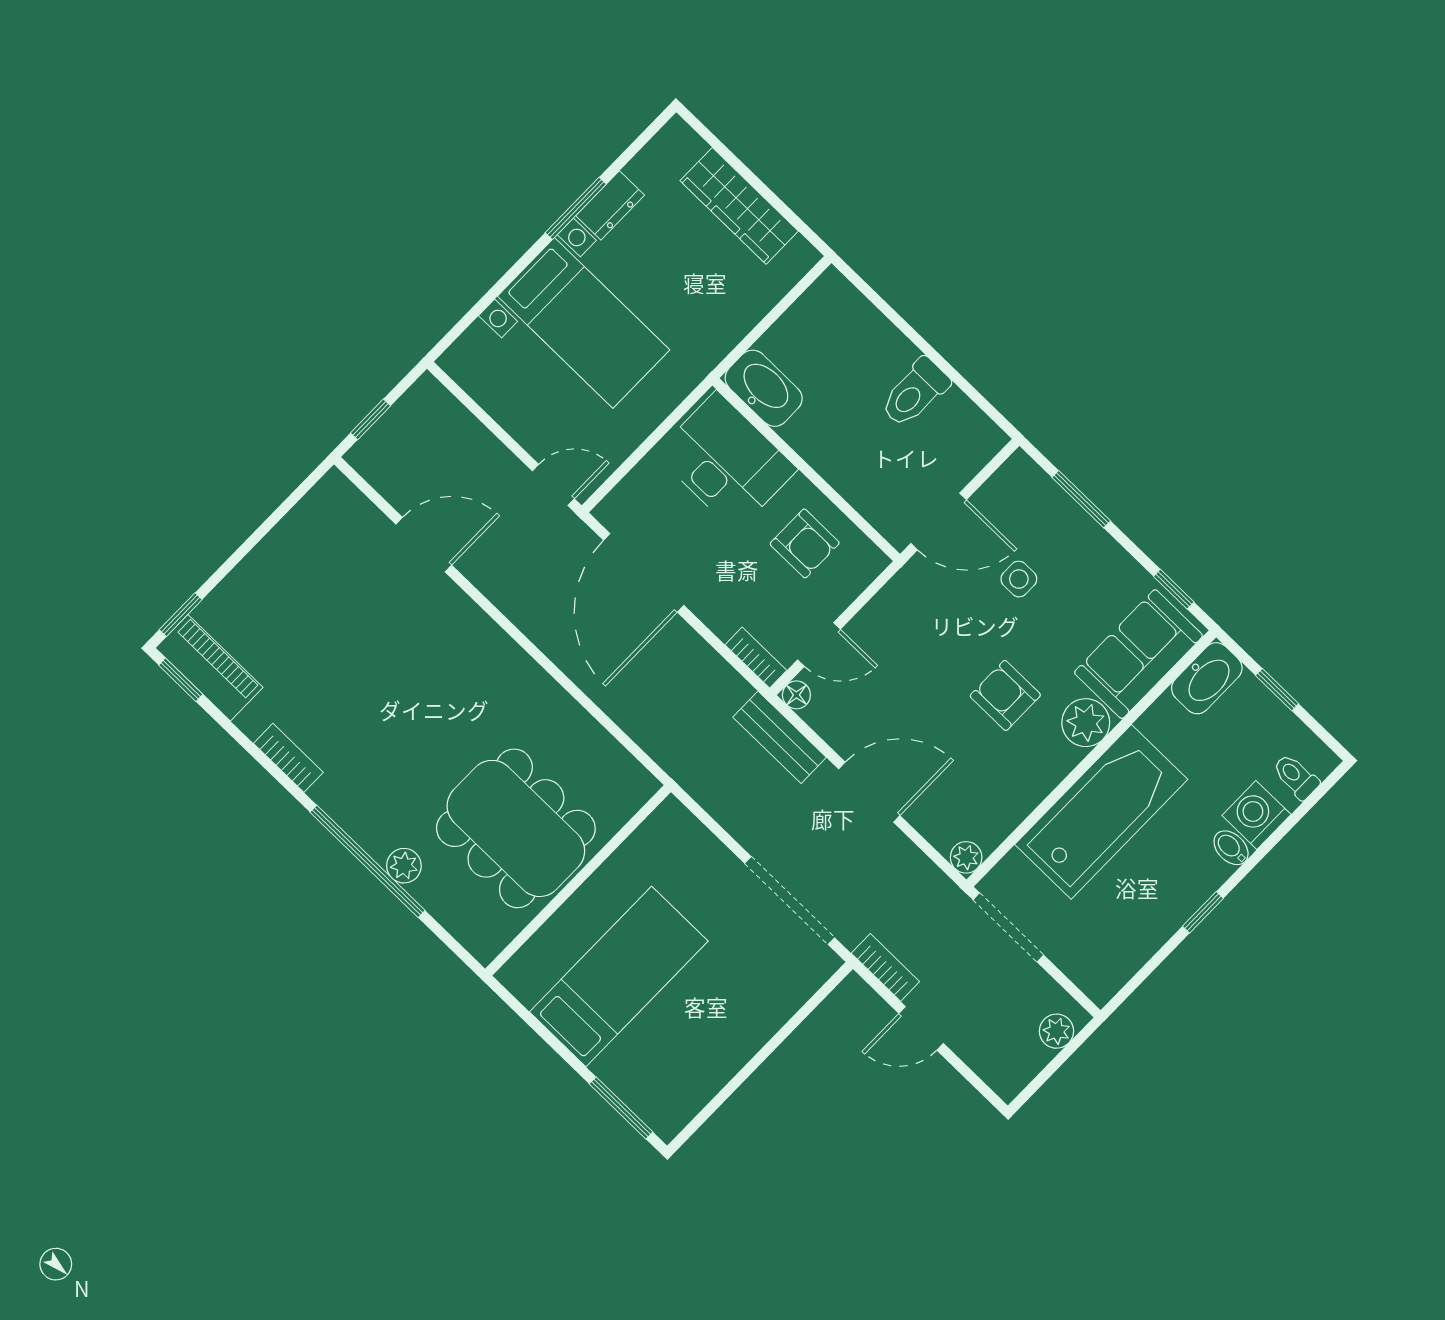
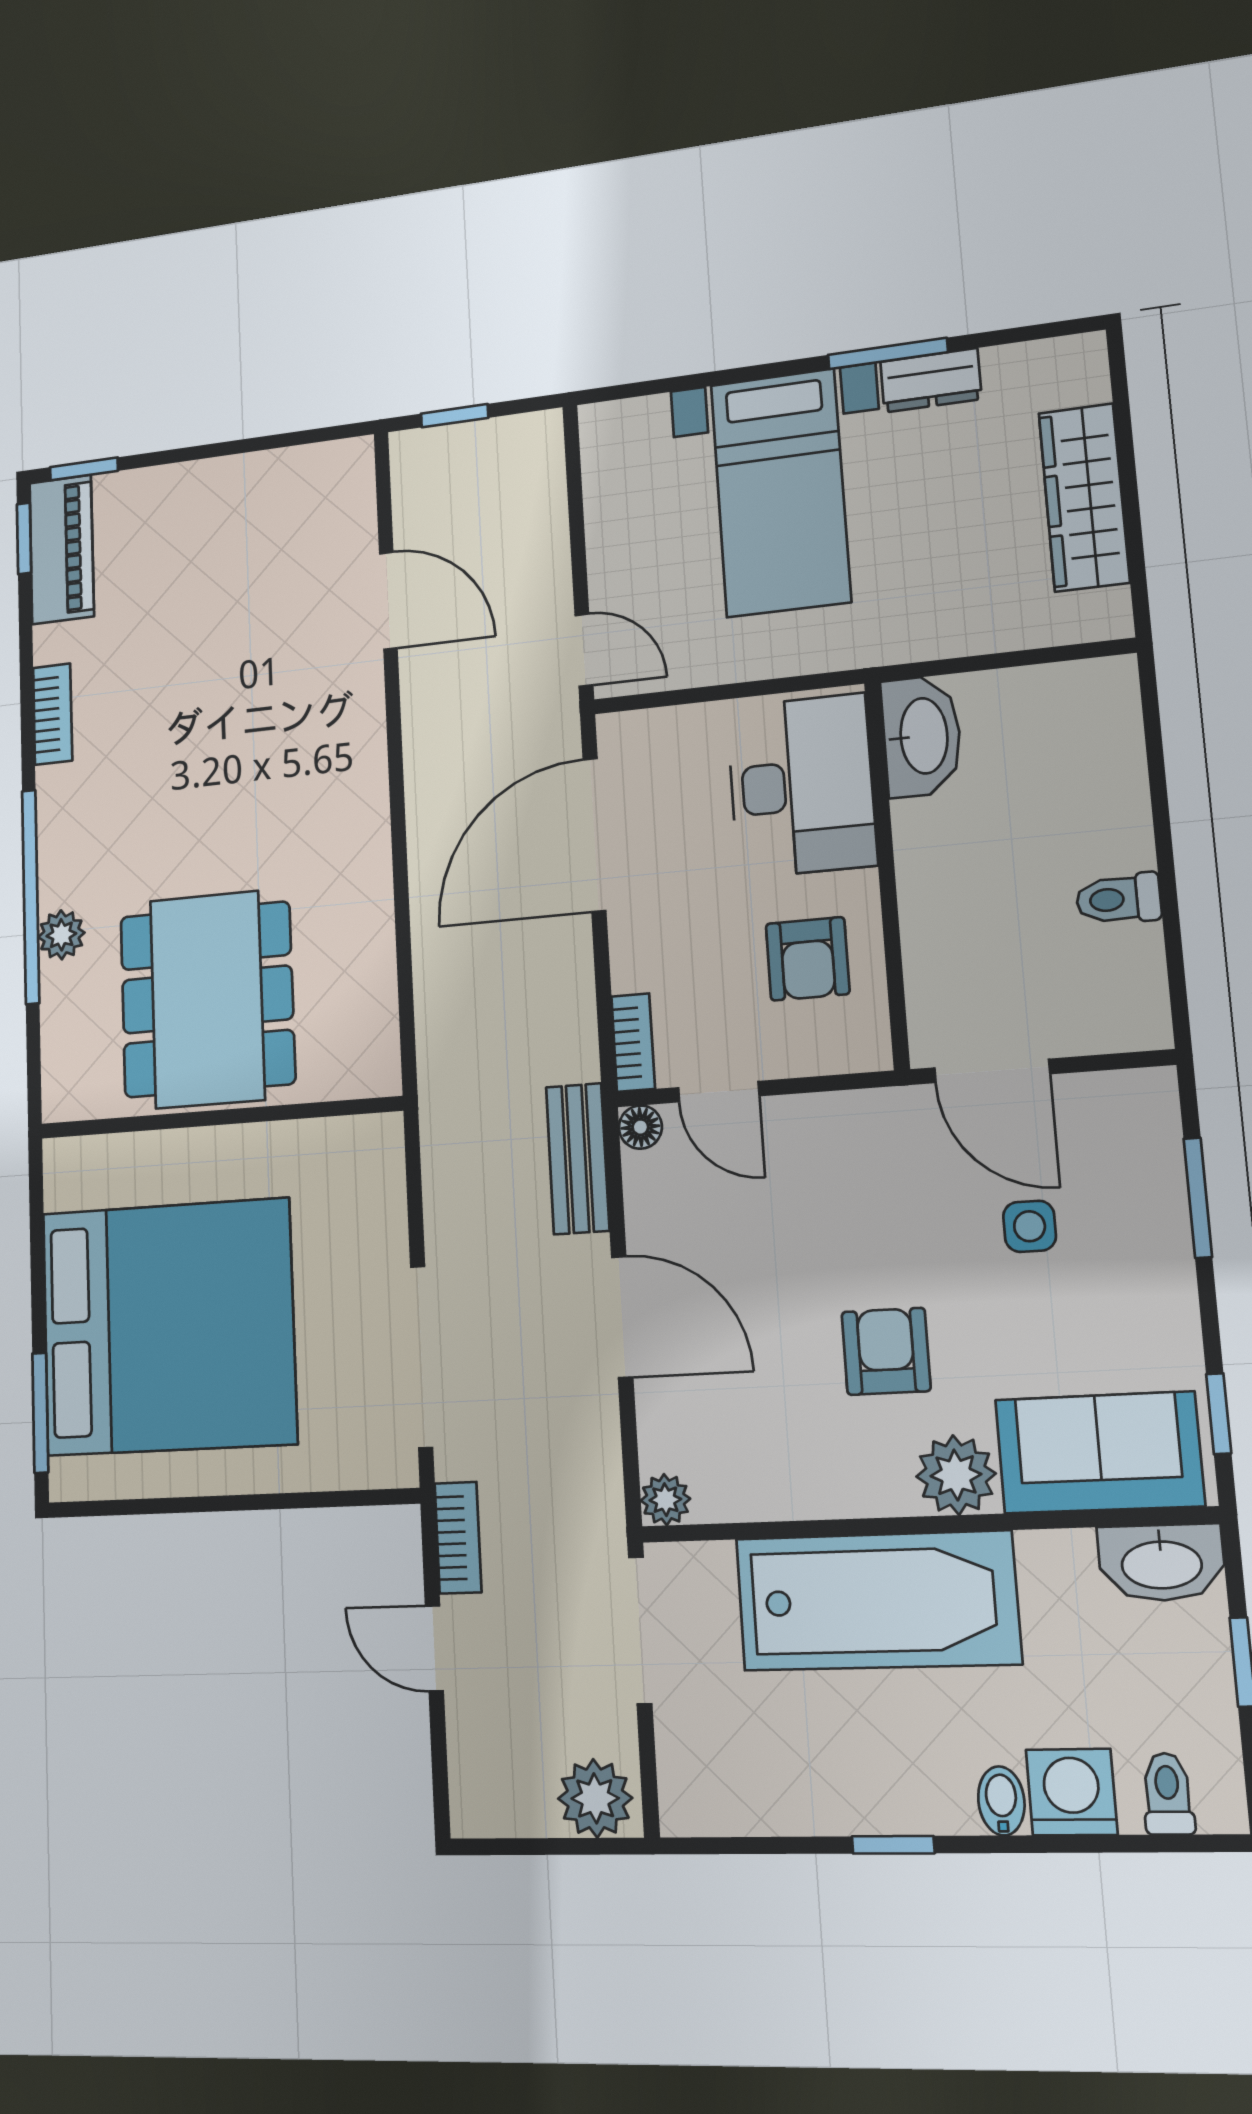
toilet: (915, 393) -> (1118, 899), width x0.73, depth x0.72
bed: (619, 977) -> (168, 1327), width x2.04
plant: (1057, 1031) -> (595, 1798), width x1.38, depth x1.38

